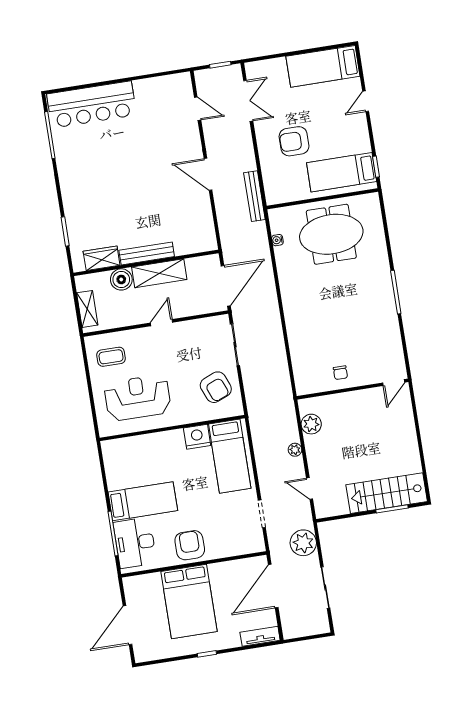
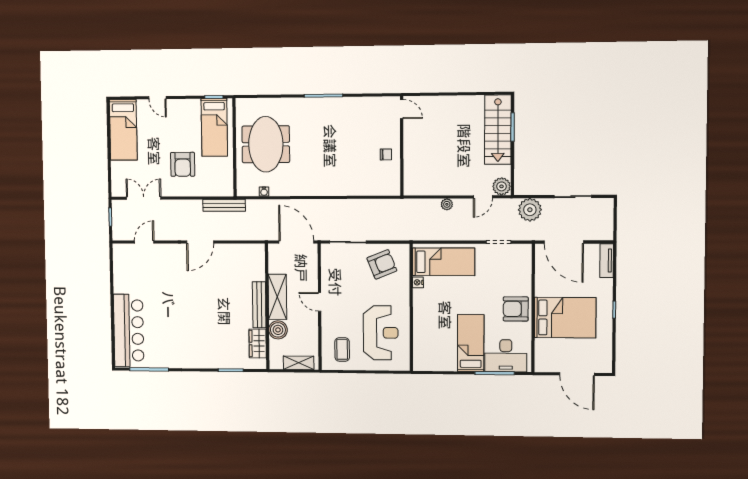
reception desk: (138, 398) -> (381, 333), turned 180
plant: (311, 424) -> (502, 186), moved
nightstand: (197, 437) -> (418, 282), width x0.53, depth x0.56

